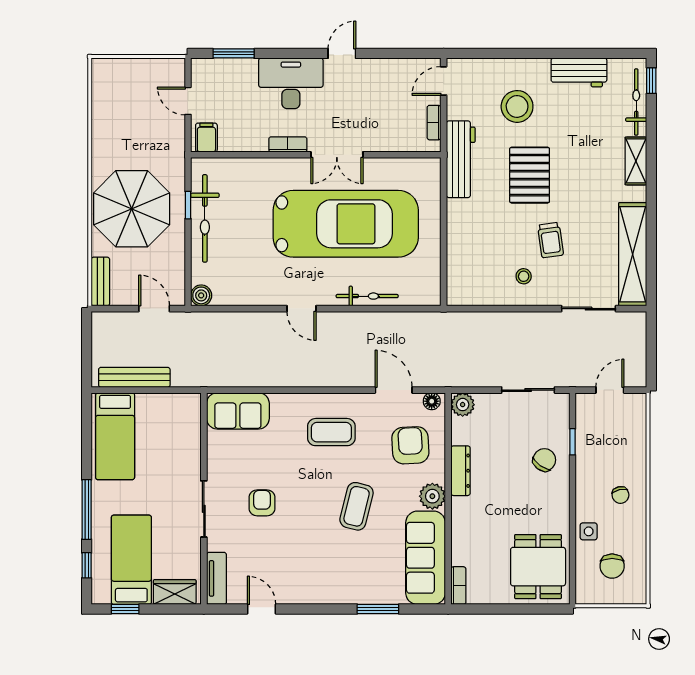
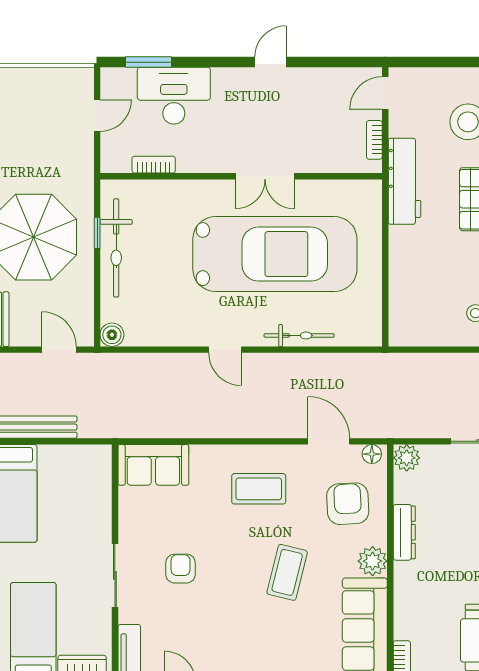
desk: (291, 83) -> (174, 96), moved
door: (188, 101) -> (97, 116), swing flipped
filing cabinet: (206, 138) -> (118, 157), removed
bookcase: (288, 144) -> (154, 165), moved

